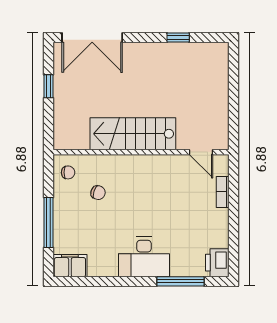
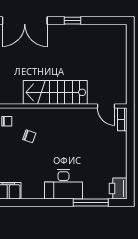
window: (178, 38) -> (72, 21), moved
bookcase: (223, 192) -> (122, 119), moved

